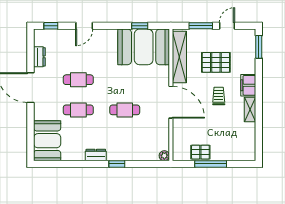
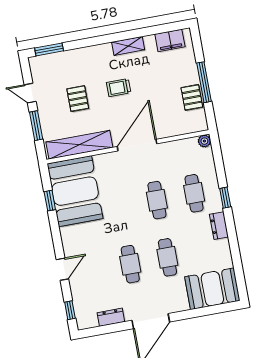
door: (84, 26) -> (62, 269), hinge flipped
pallet: (216, 62) -> (78, 99), width x0.67, depth x0.71
filing cabinet: (248, 85) -> (170, 40), moved
cafe table: (125, 140) -> (194, 193), added

